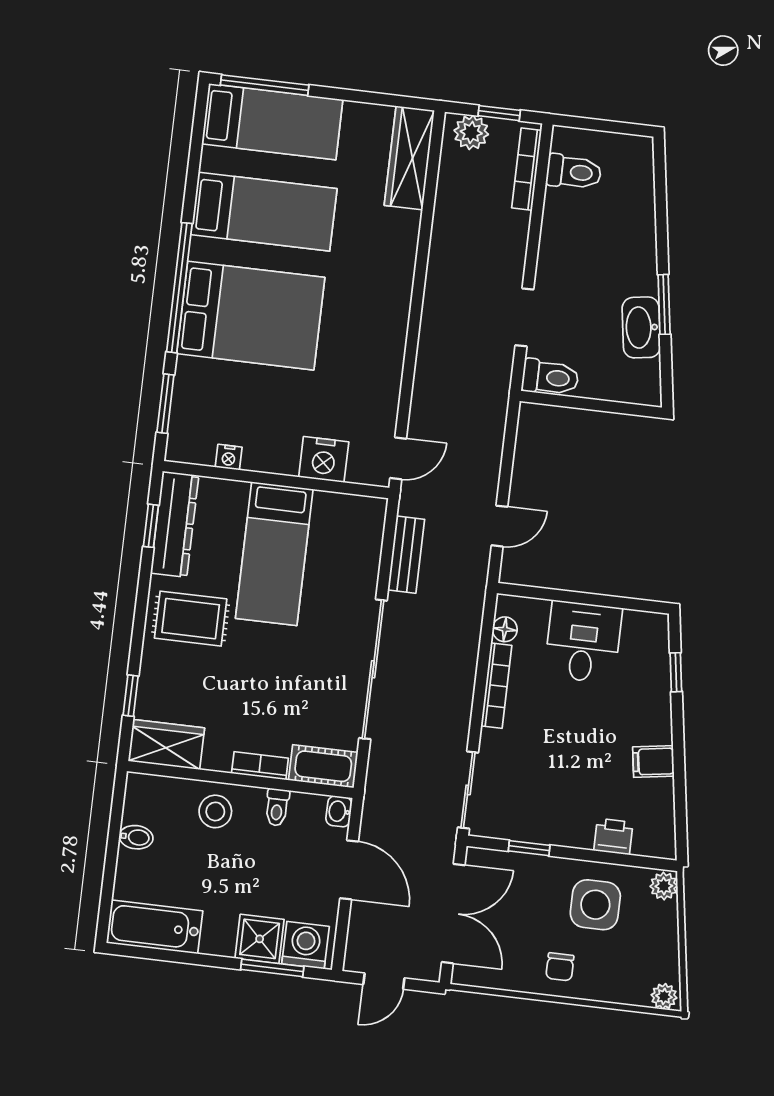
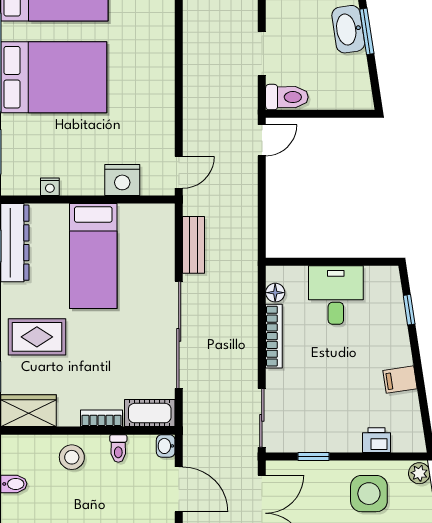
washbasin: (641, 327) -> (348, 29), moved
door: (500, 526) -> (262, 140), moved
rug: (191, 619) -> (37, 337), moved

